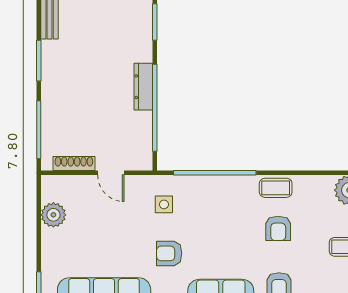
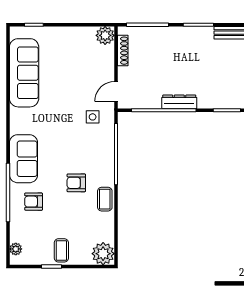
door: (111, 173) -> (116, 92), moved
plant: (53, 215) -> (105, 35), moved
armchair: (278, 228) -> (76, 183), moved
armchair: (169, 253) -> (56, 121), removed

